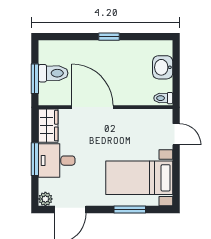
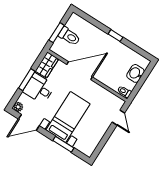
door: (92, 107) -> (80, 71), hinge flipped
bed with nightstands: (139, 178) -> (68, 117), moved, turned 90

